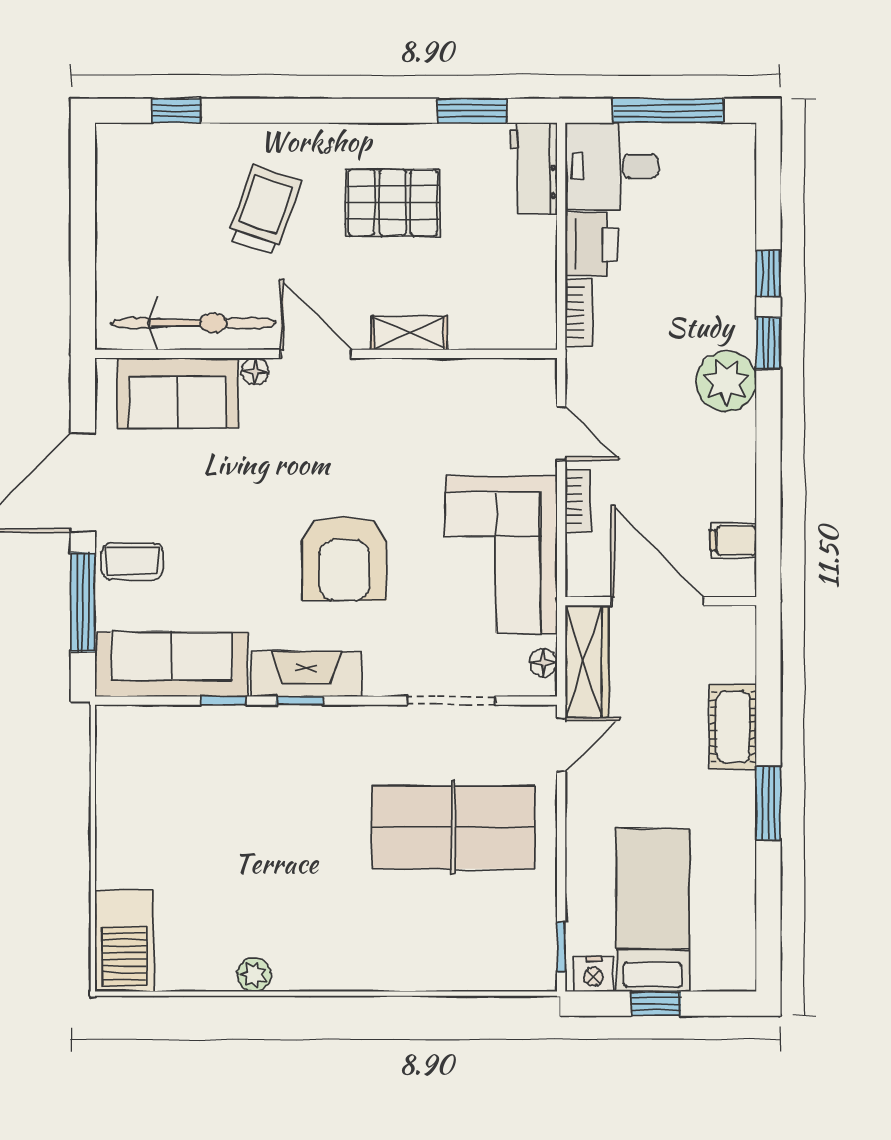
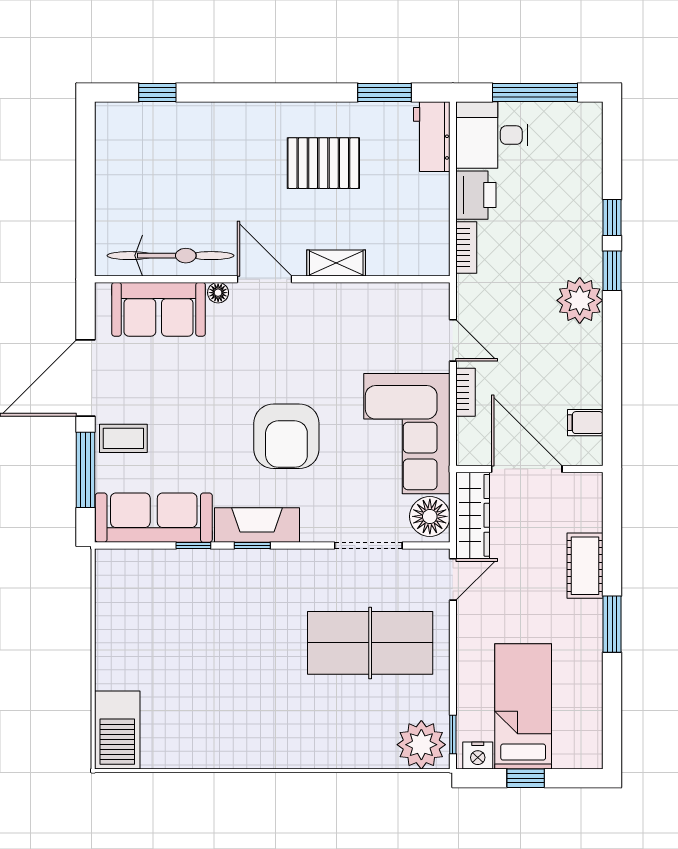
trolley: (264, 210) -> (225, 169), removed
floor lamp: (543, 663) -> (430, 516), width x1.89, depth x1.89
plant: (254, 975) -> (421, 745), moved, width x1.88, depth x1.88

